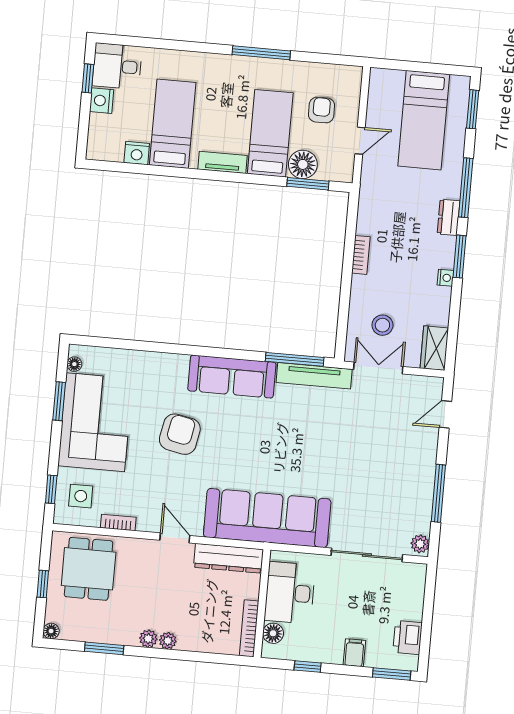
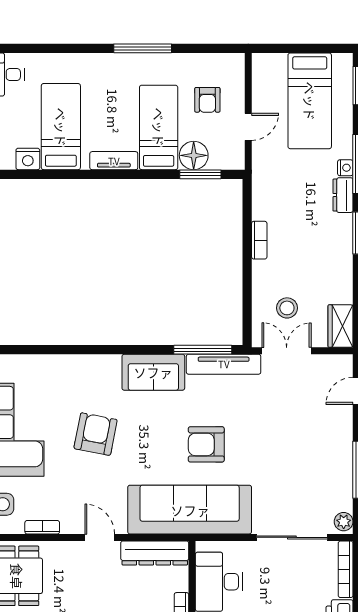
armchair: (321, 110) -> (207, 100), turned 180
nightstand: (445, 278) -> (345, 168), moved
sofa: (232, 377) -> (153, 372), width x0.73
armchair: (290, 454) -> (206, 444), added
bookcase: (418, 592) -> (346, 569), added

